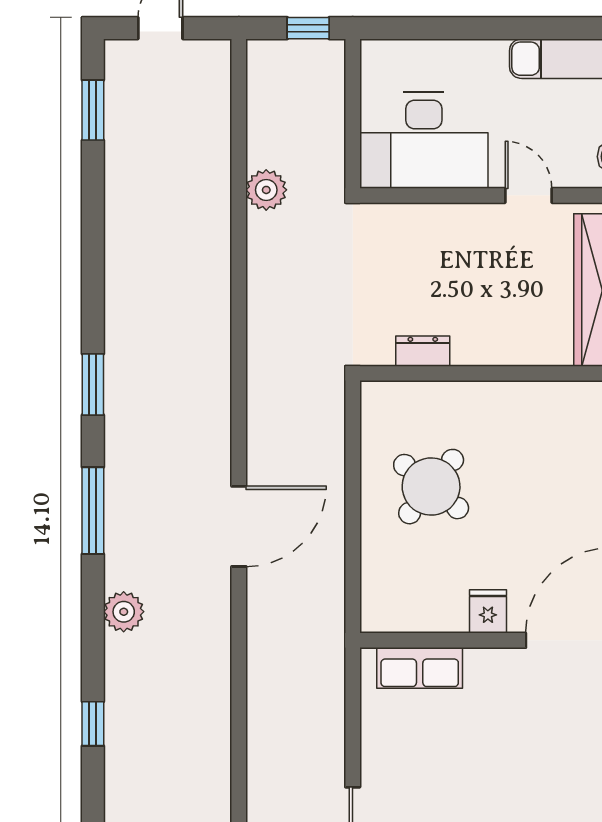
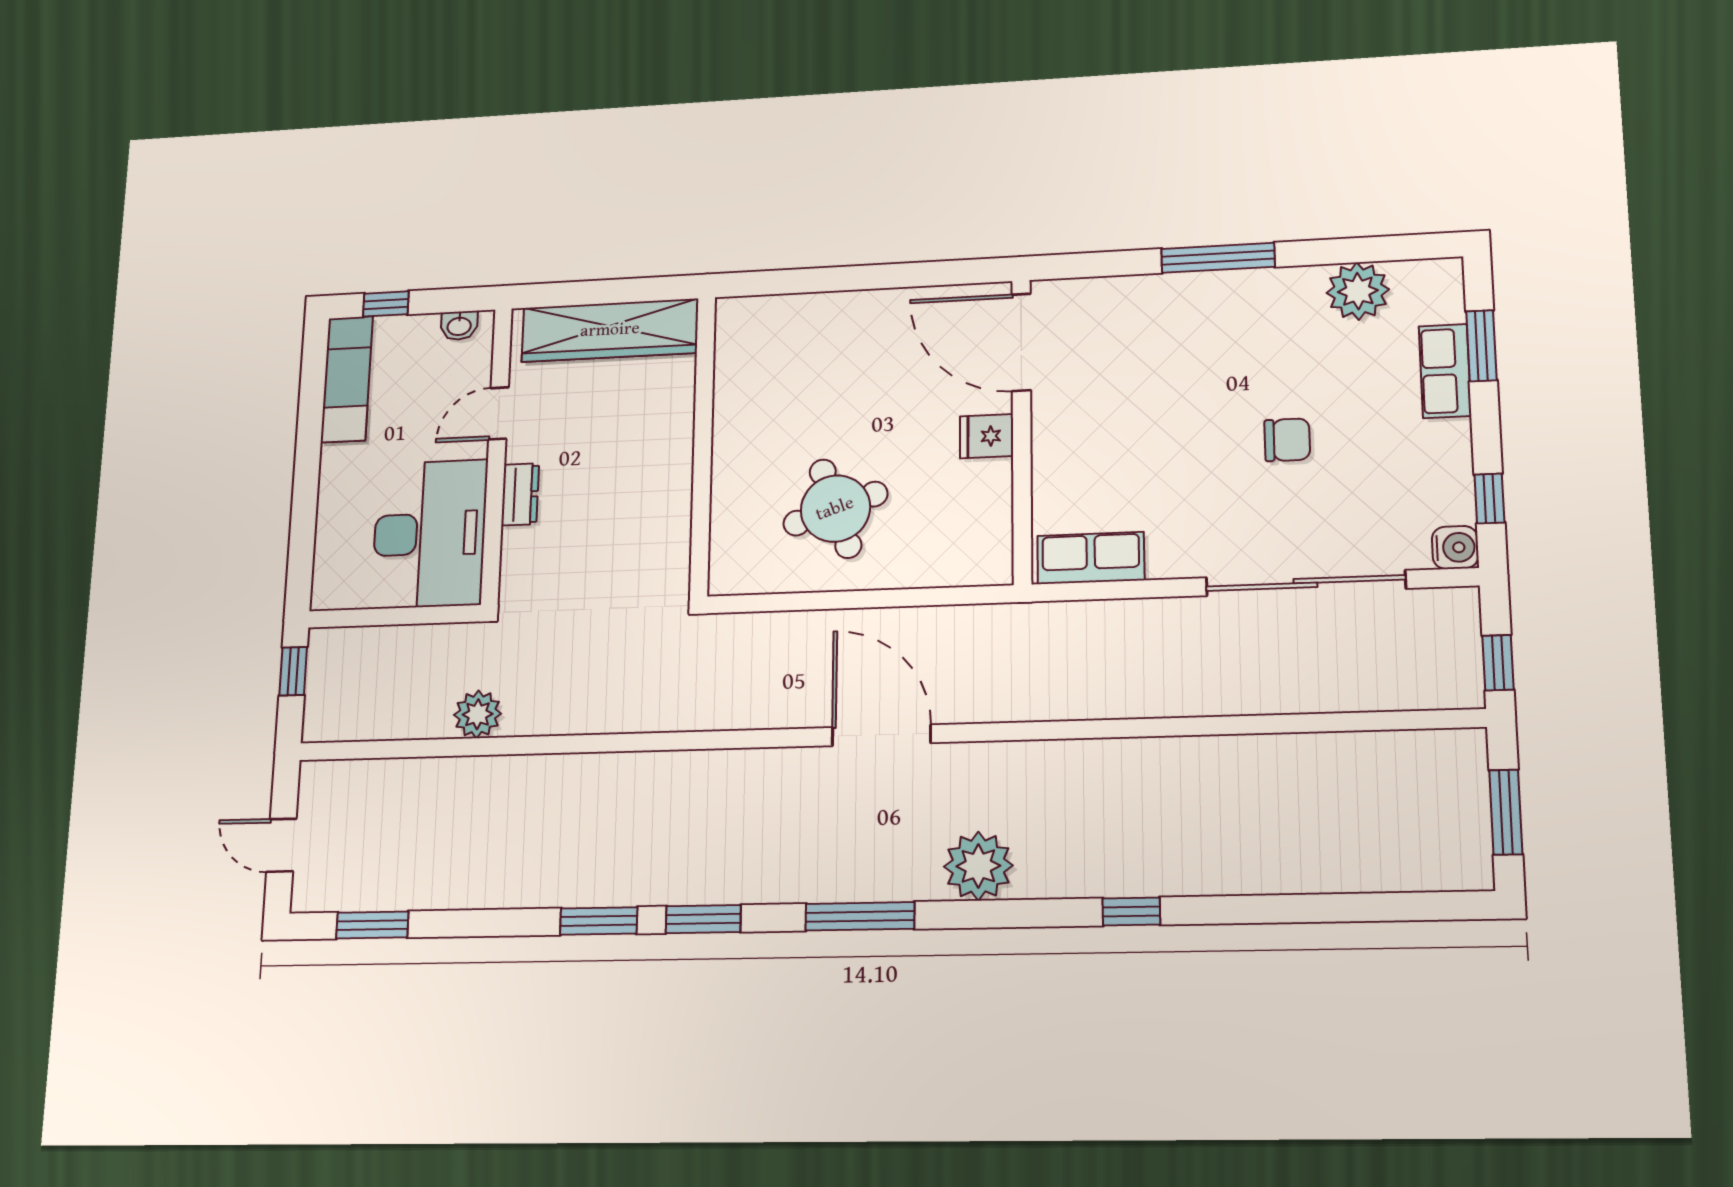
window: (93, 299) -> (599, 921), added
dresser: (423, 351) -> (520, 494), moved, turned 180
round table: (431, 487) -> (835, 509), turned 32
plant: (124, 612) -> (978, 866), width x1.36, depth x1.36
row of seats: (420, 668) -> (1091, 558), moved, turned -90

